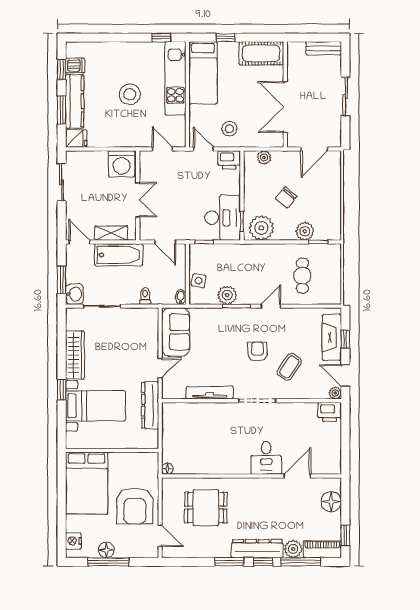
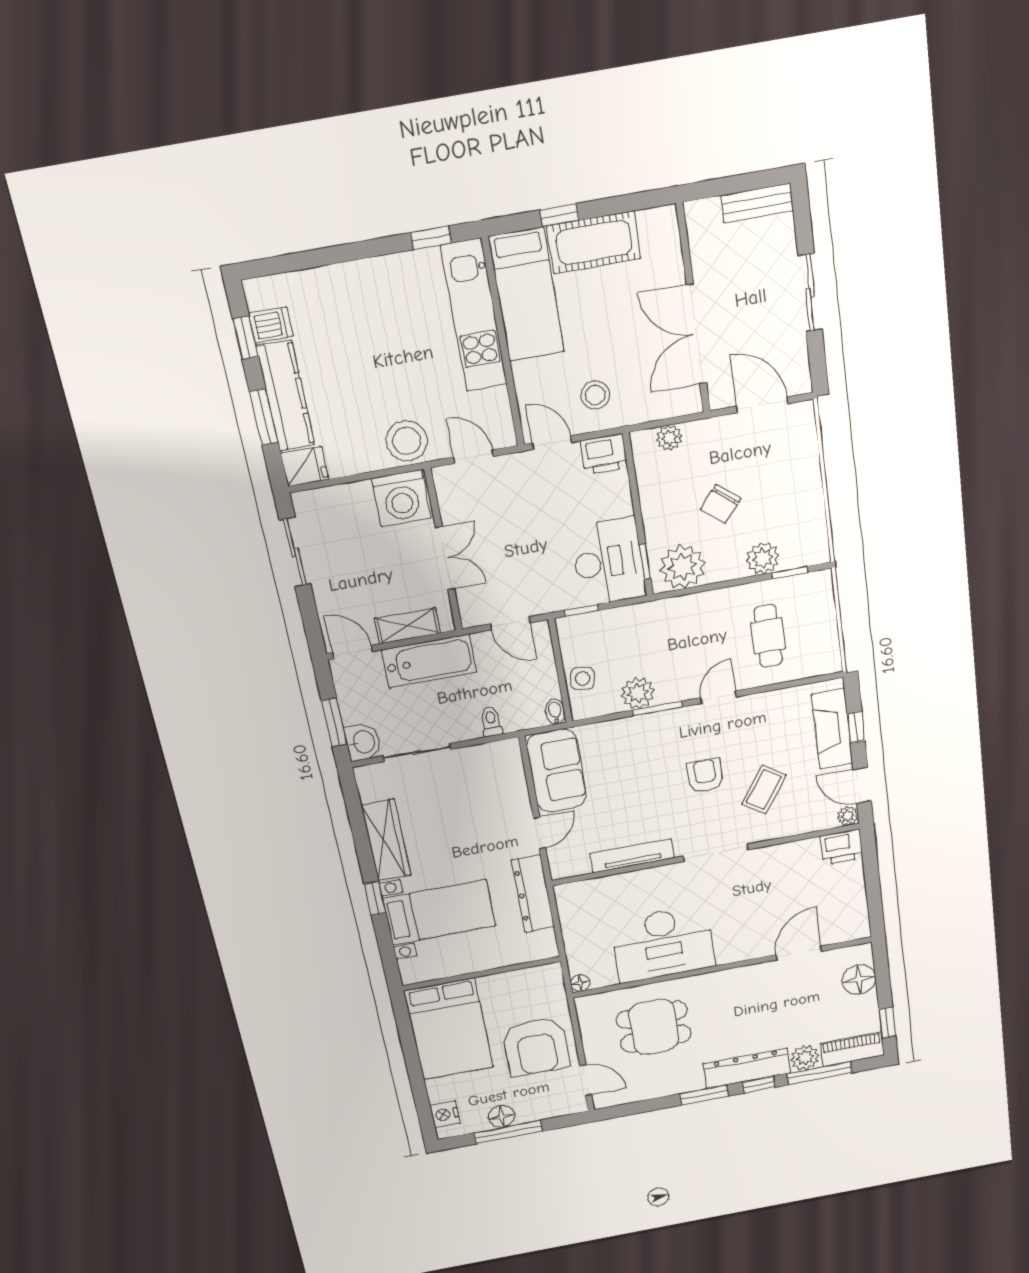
cot: (261, 53) -> (594, 242), moved
stool: (130, 94) -> (407, 441), moved
door: (314, 149) -> (762, 405), swing flipped
desk: (266, 458) -> (663, 944), moved, width x1.87, depth x1.30

